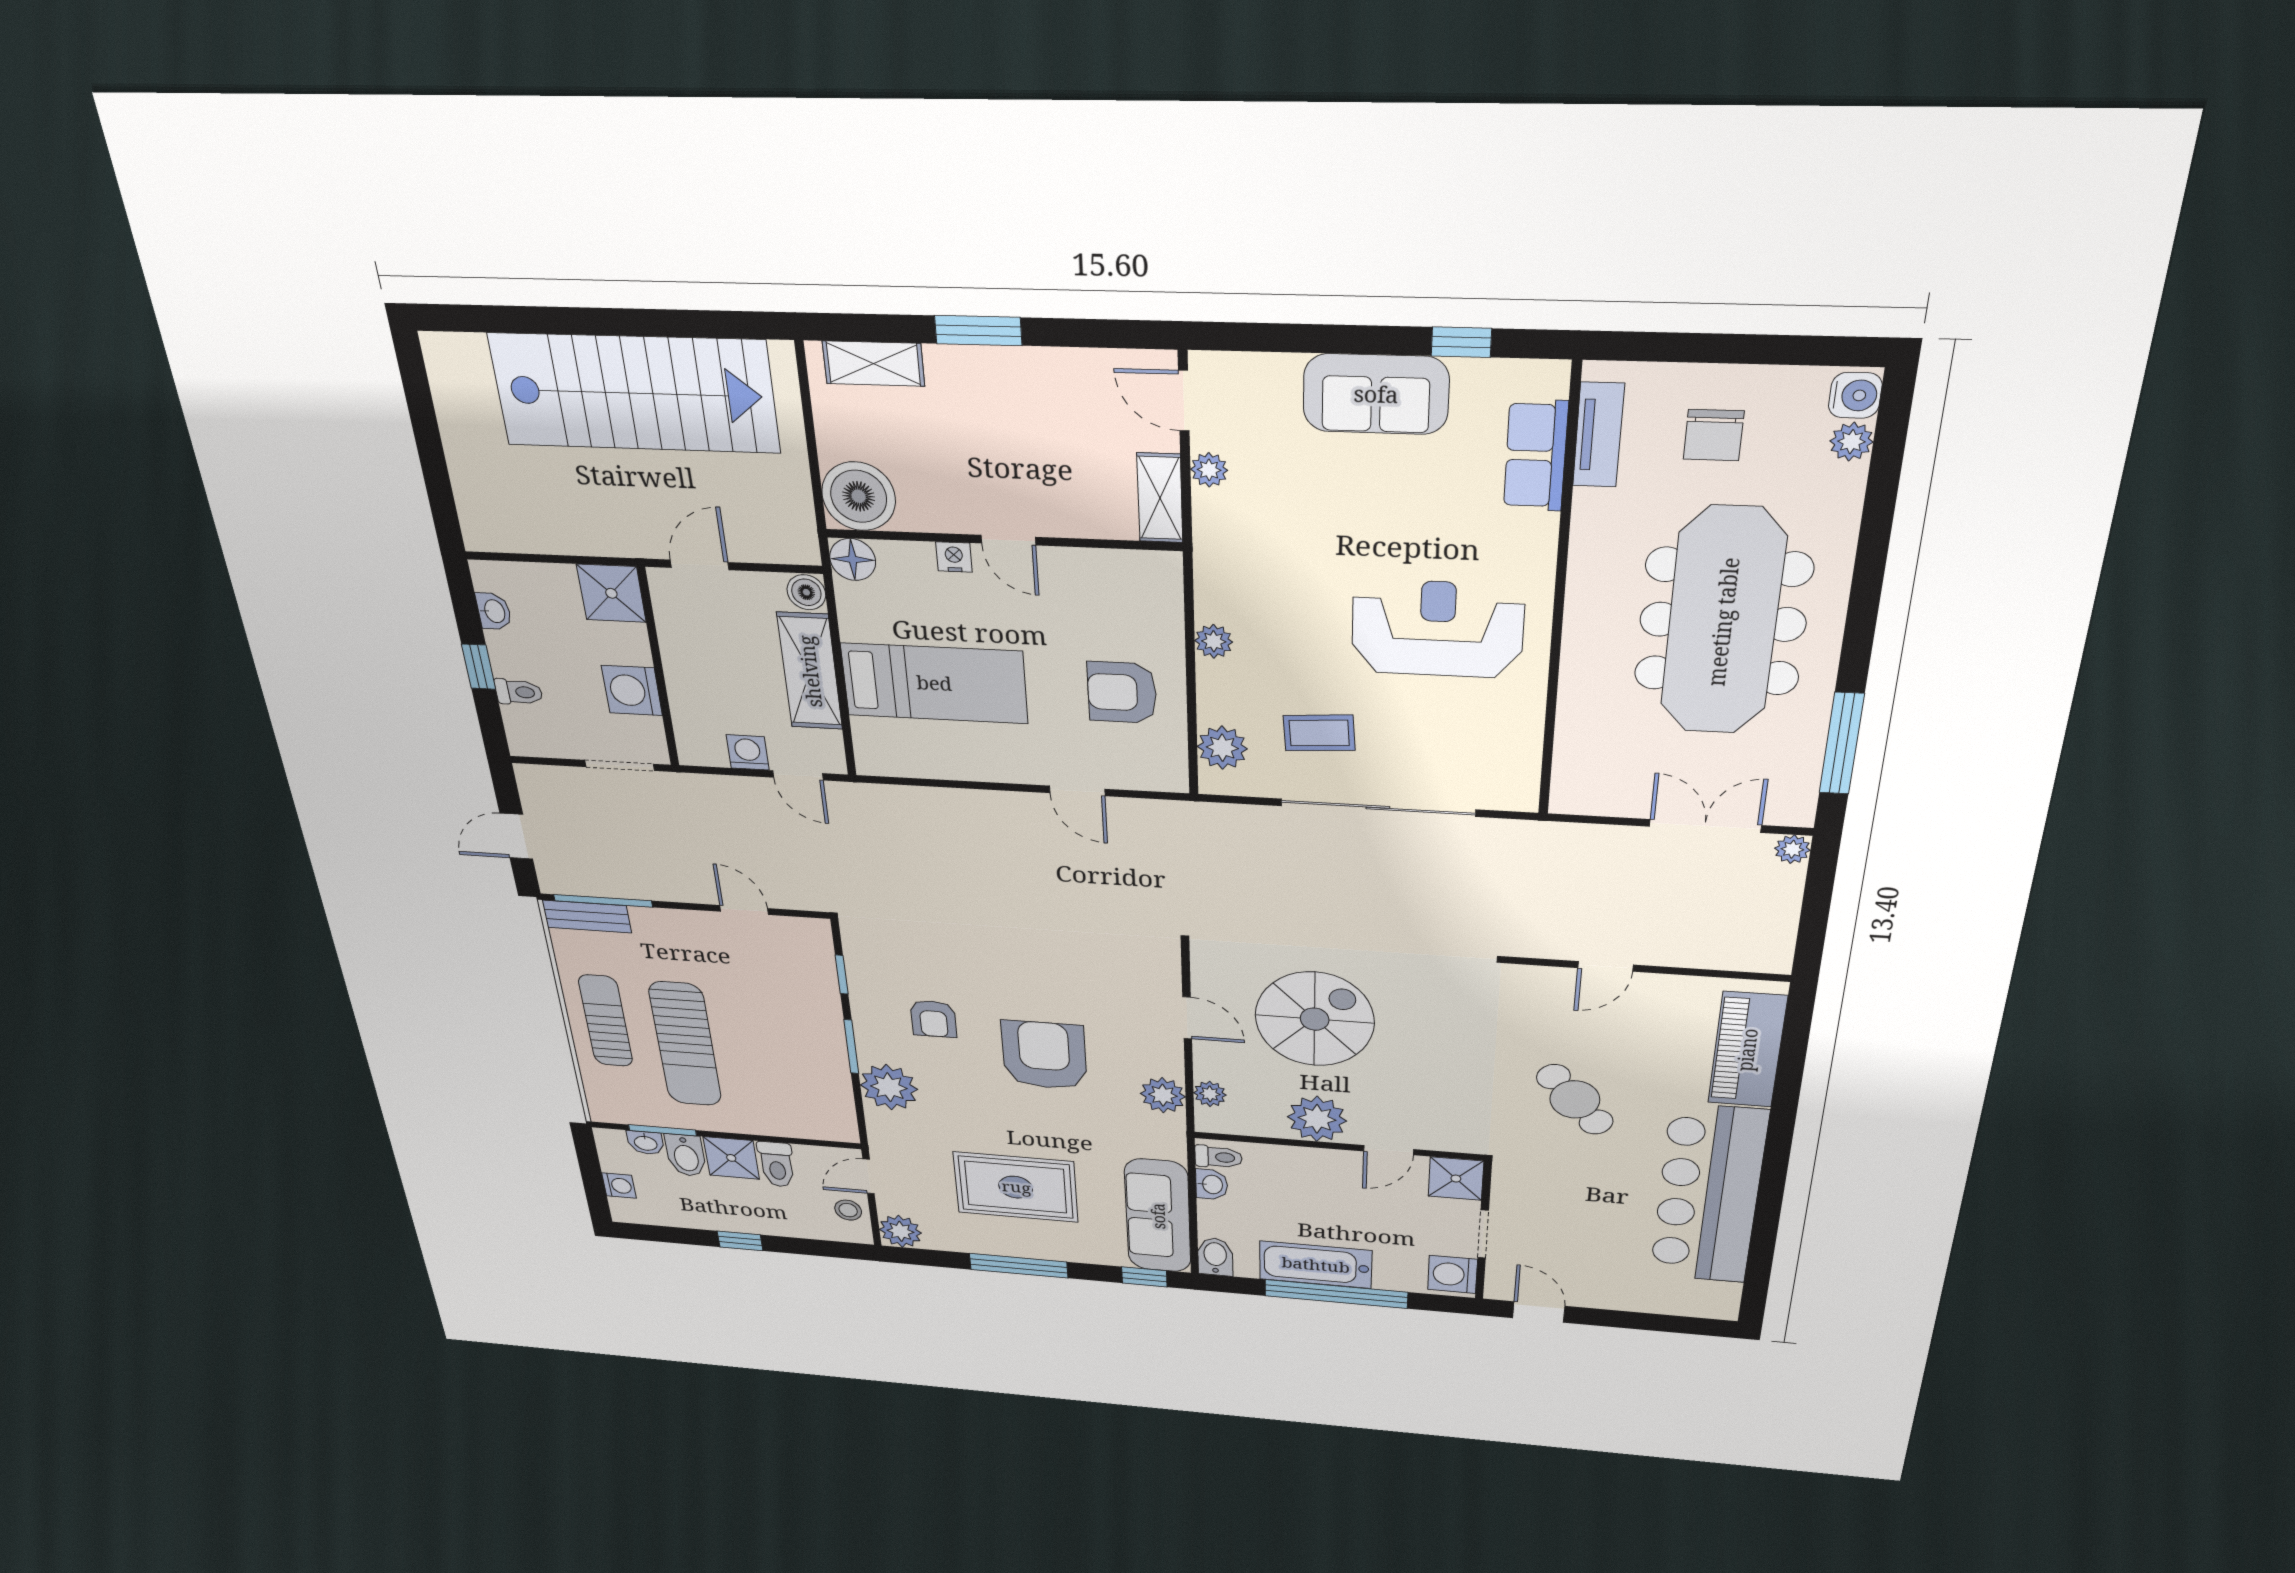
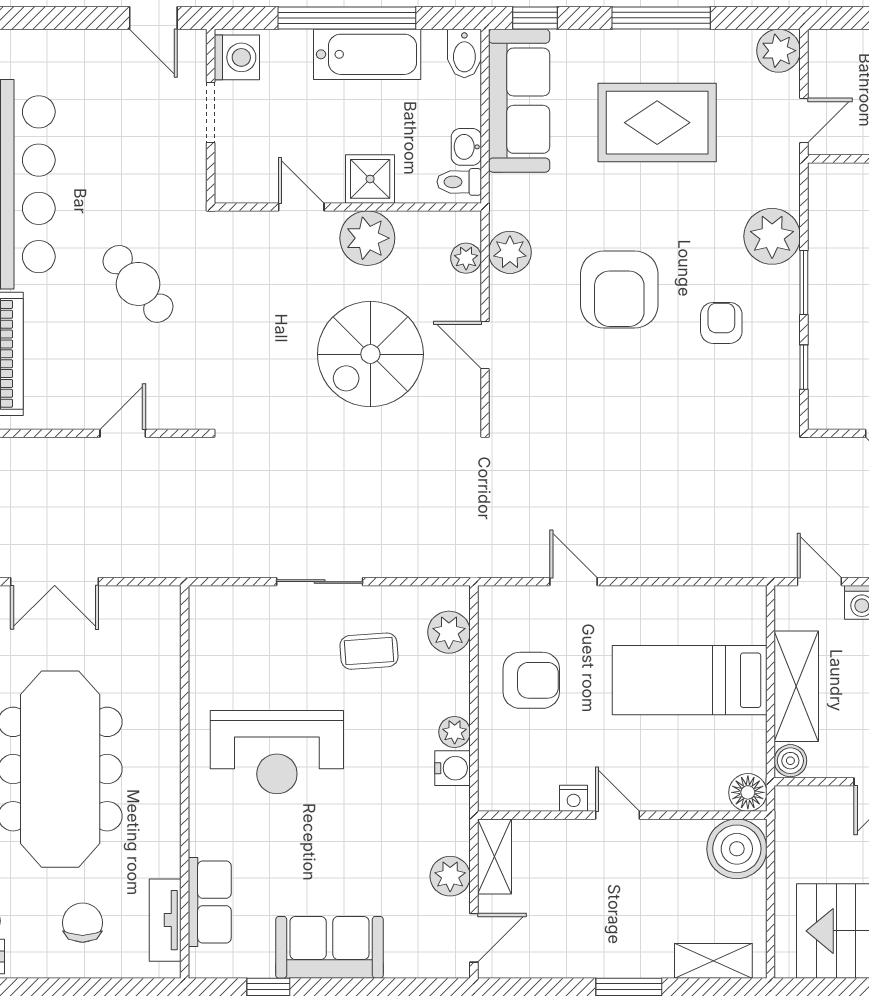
door: (1184, 401) -> (474, 938), hinge flipped
plant: (1209, 470) -> (450, 876), width x1.38, depth x1.38
nightstand: (954, 557) -> (574, 798), moved
water cooler: (1215, 601) -> (453, 768), added
sliding door: (1378, 808) -> (320, 582), width x0.54
door: (1389, 1150) -> (301, 207), hinge flipped
shower: (1456, 1179) -> (370, 179), moved
stool: (848, 1210) -> (830, 73), removed

